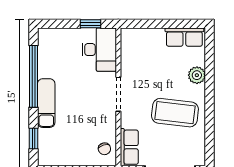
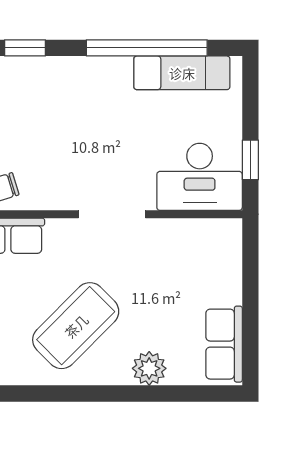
exam couch: (46, 103) -> (182, 73), moved
coffee table: (175, 113) -> (76, 326), turned 38

